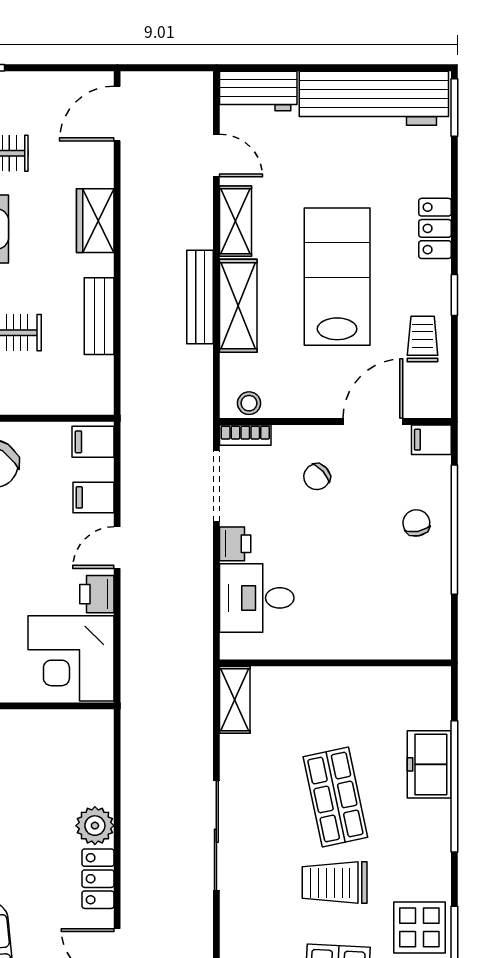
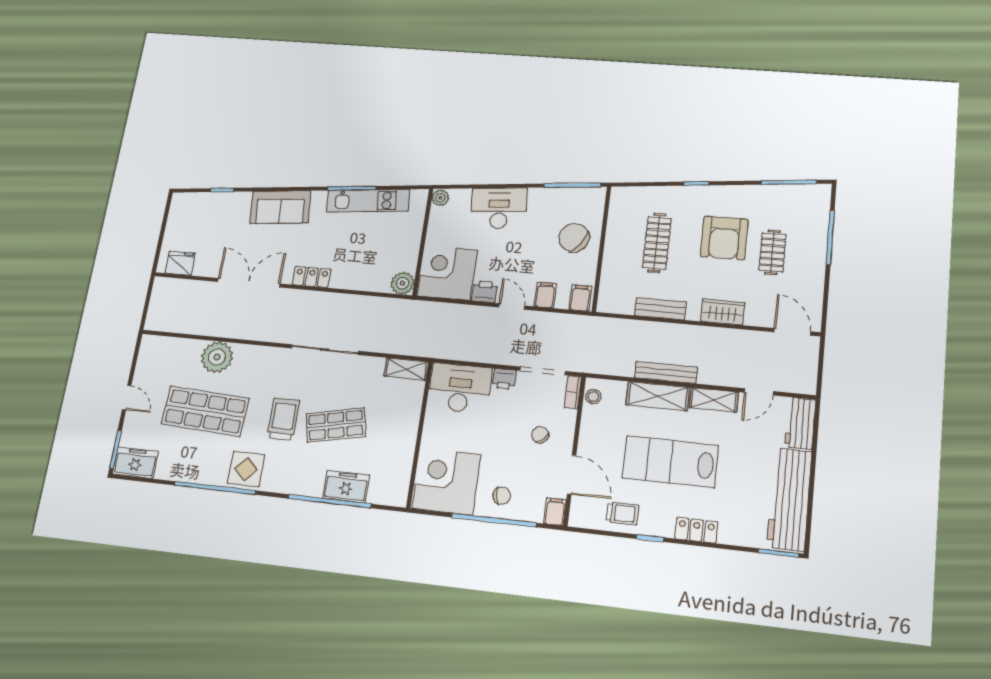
lab bench: (337, 277) -> (670, 462), turned 180
desk: (257, 598) -> (460, 388), width x1.37
corner desk: (404, 610) -> (446, 481), added
plant: (95, 826) -> (402, 283), moved

